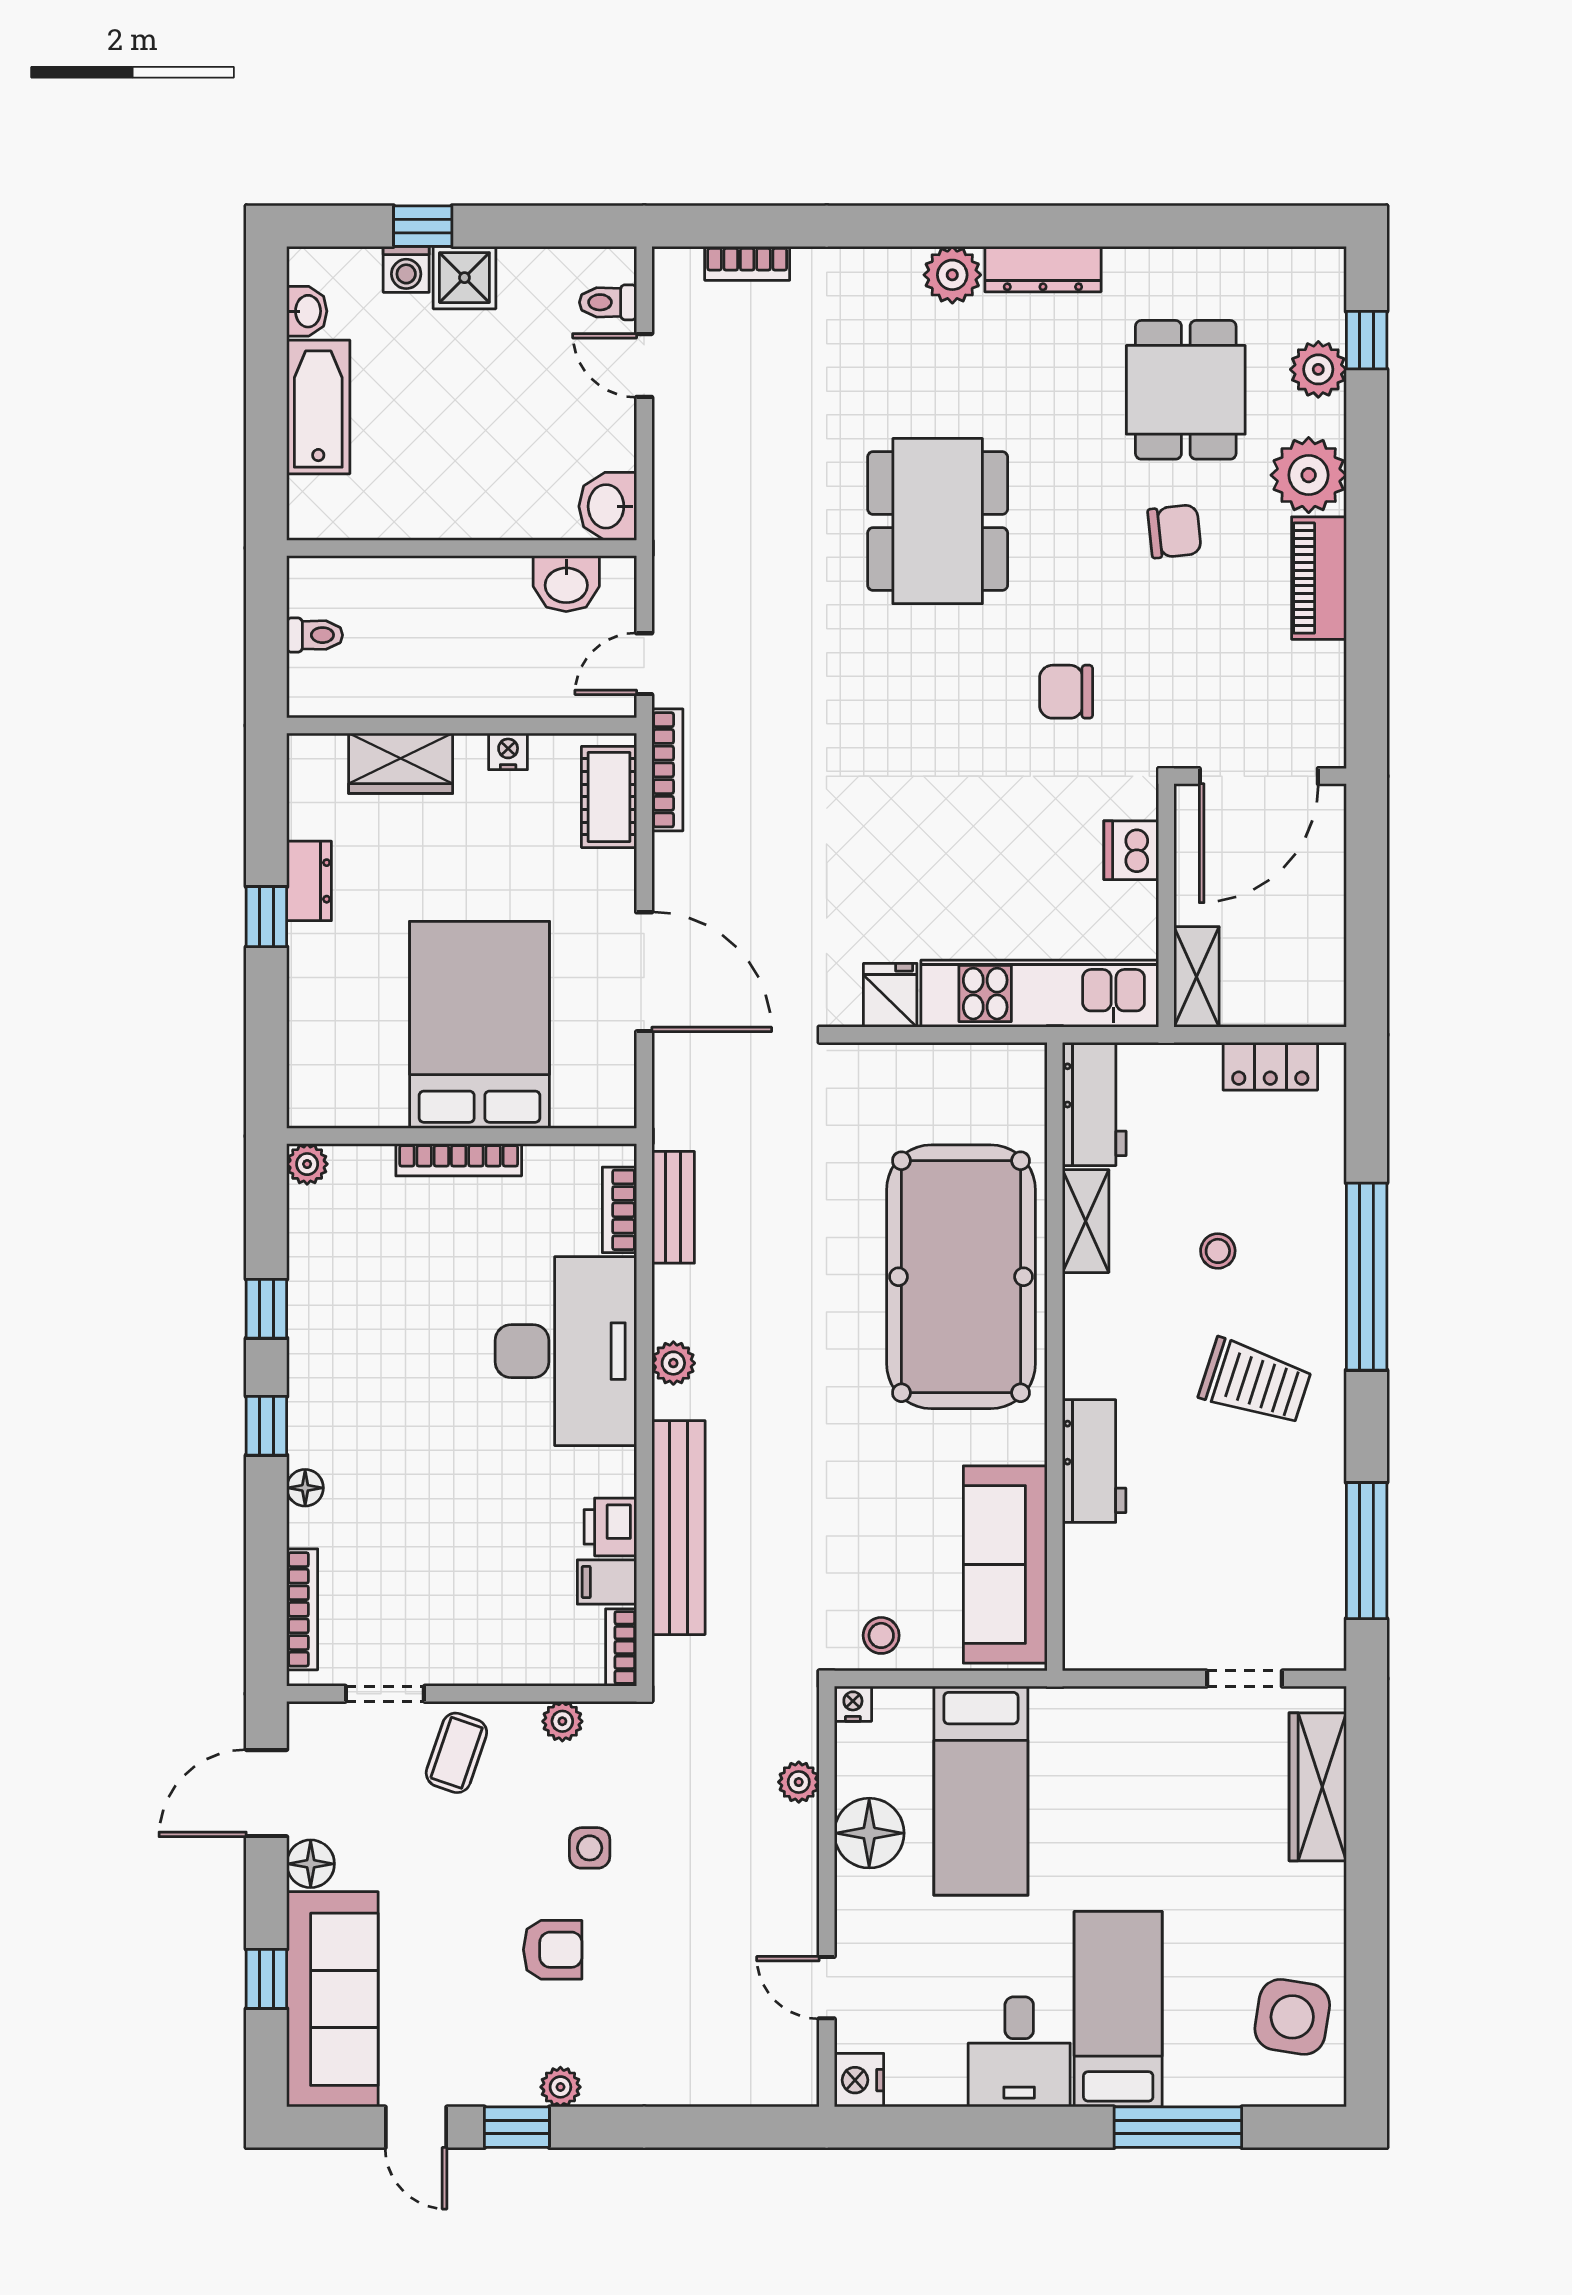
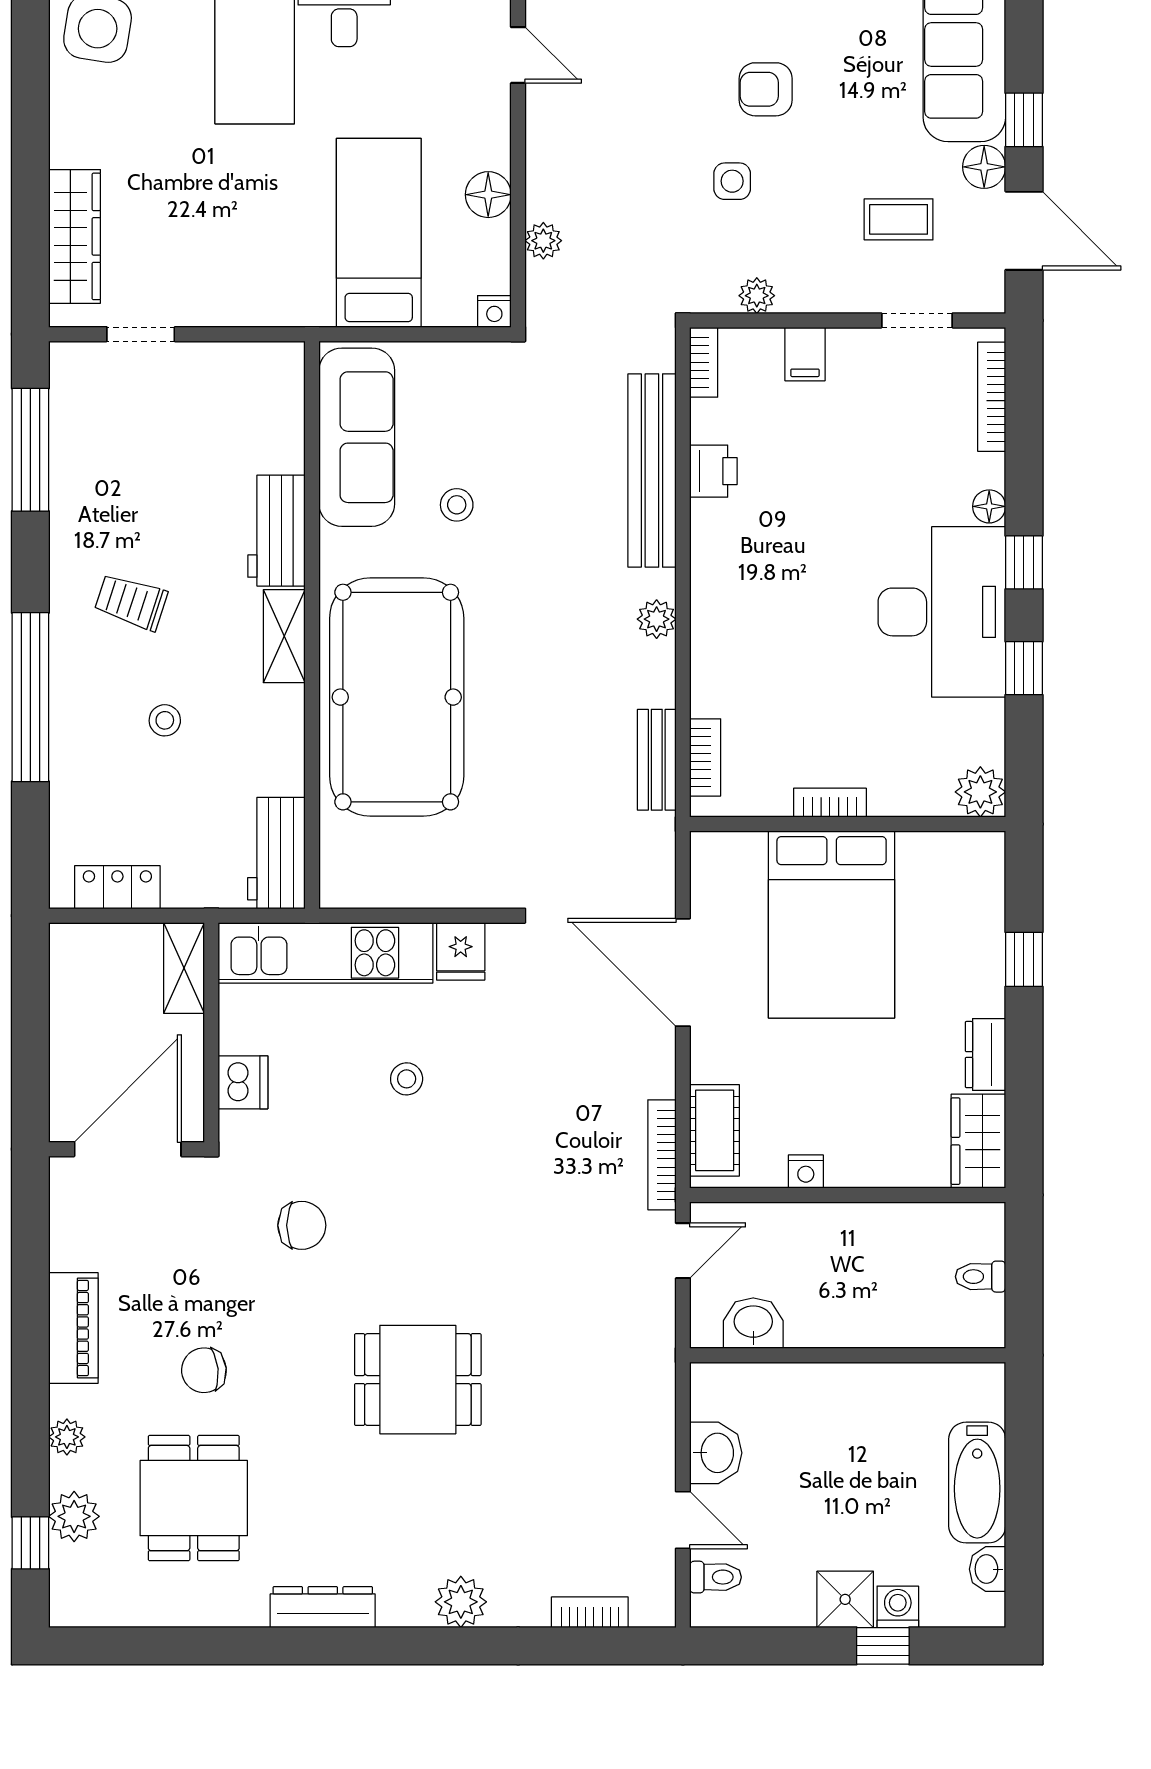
plant: (952, 275) -> (461, 1602), moved
plant: (1309, 475) -> (67, 1437), width x0.53, depth x0.53
washbasin: (608, 506) -> (716, 1453), moved
dining table: (938, 521) -> (418, 1380), width x0.73
wardrobe: (401, 763) -> (978, 1141), moved, turned -90
stool: (950, 854) -> (407, 1079), added
window: (266, 917) -> (1024, 959), moved
bookcase: (459, 1160) -> (830, 803), width x0.64
plant: (307, 1164) -> (980, 792), width x1.38, depth x1.38
shelving: (1086, 1221) -> (284, 636), moved
desk: (566, 1351) -> (942, 612), moved, turned 180
trolley: (1255, 1382) -> (131, 602), width x0.73, depth x0.72
filing cabinet: (607, 1582) -> (805, 354), moved, turned 90
stool: (881, 1635) -> (457, 505), moved
coffee table: (456, 1753) -> (899, 219), moved, turned 71
door: (266, 1793) -> (1024, 231), hinge flipped
floor lamp: (869, 1833) -> (488, 195), width x0.73, depth x0.73
window: (266, 1979) -> (1024, 120), moved

